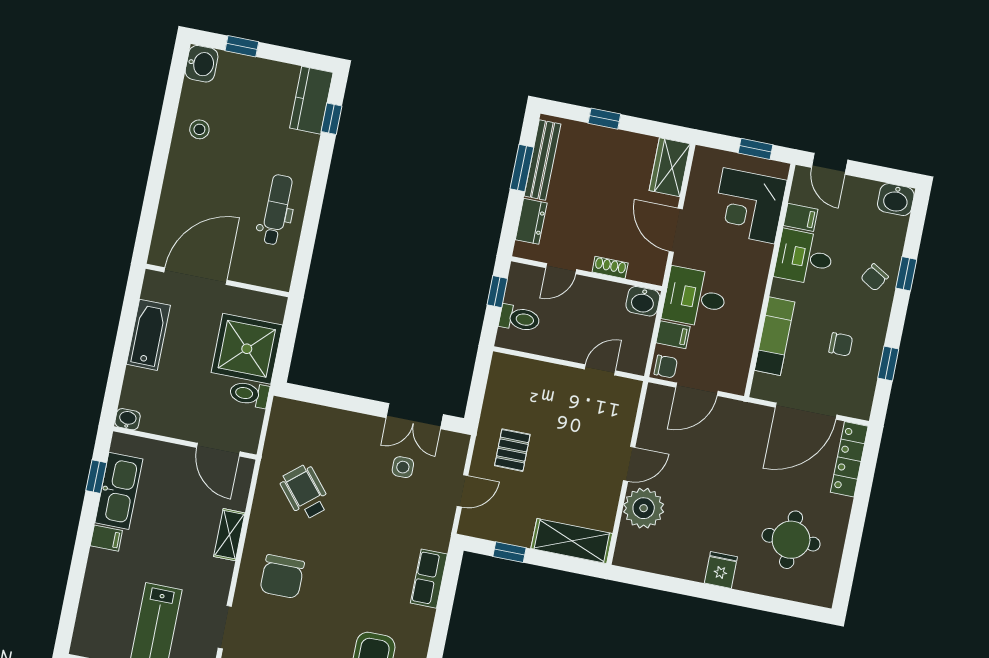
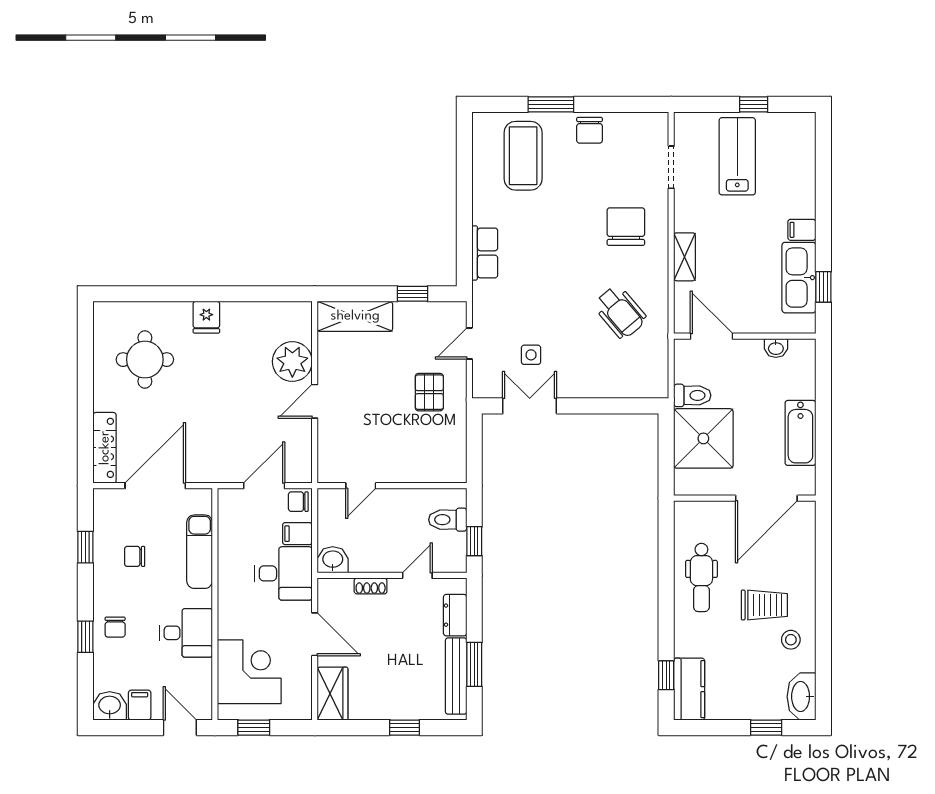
washbasin: (202, 64) -> (801, 697), width x1.38
trolley: (219, 170) -> (764, 605), added
filing cabinet: (801, 217) -> (140, 705), moved, turned 90
chair: (874, 277) -> (115, 627), turned 149
washbasin: (128, 419) -> (776, 348), moved

